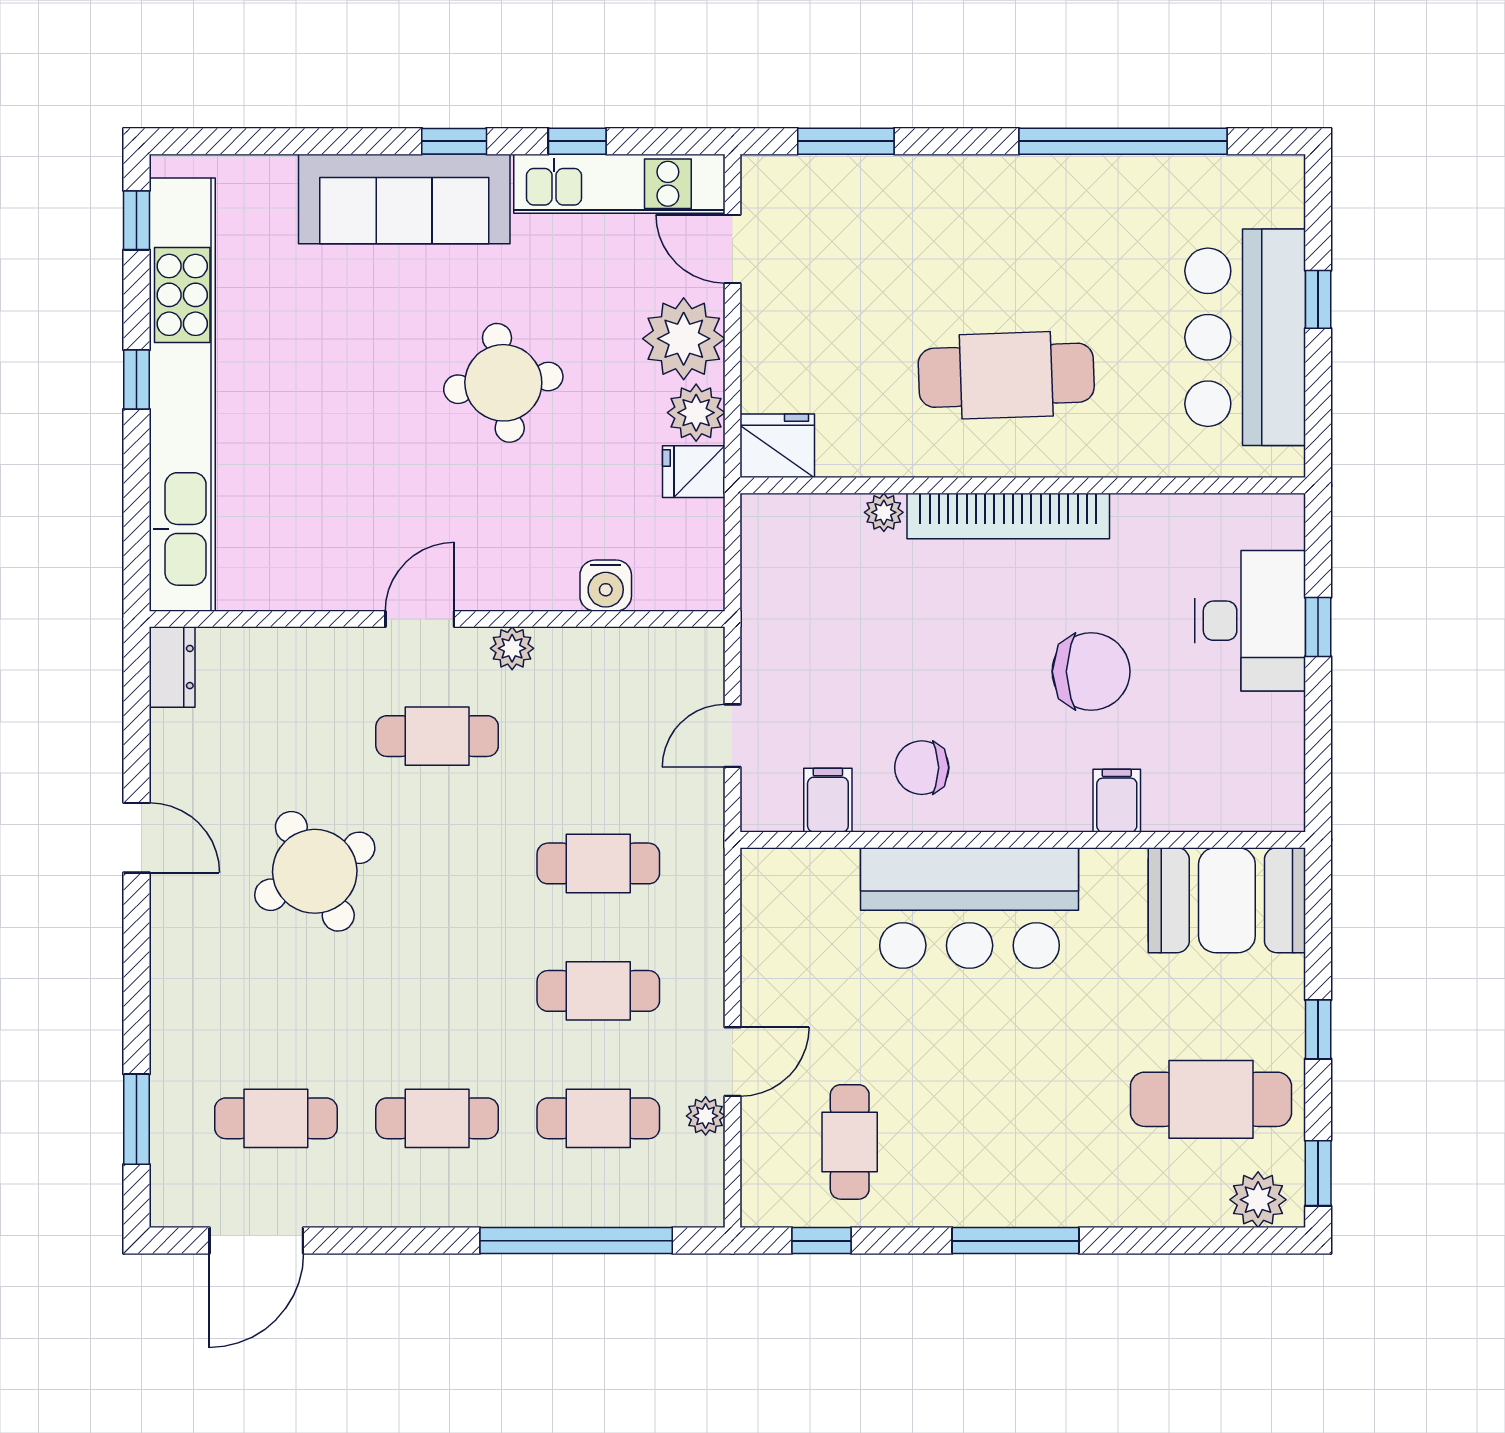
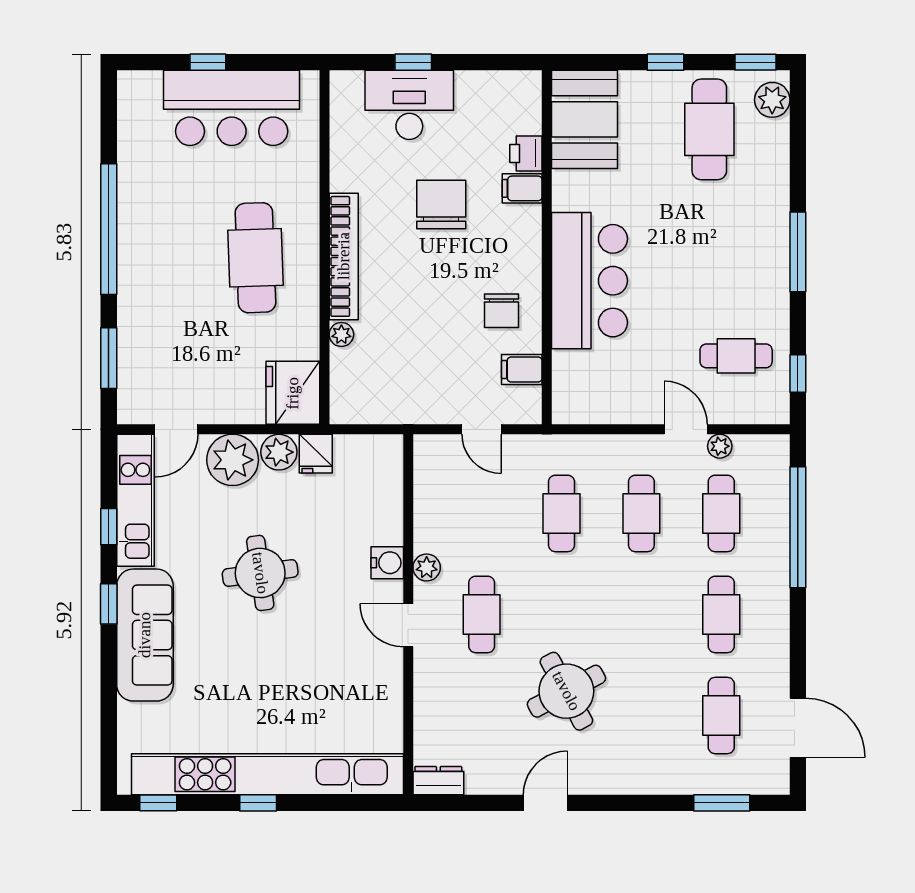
window: (1123, 141) -> (109, 229), moved
fridge: (777, 446) -> (293, 393), width x1.36, depth x1.34
water cooler: (606, 586) -> (387, 563), moved
printer: (1173, 807) -> (526, 153), added

